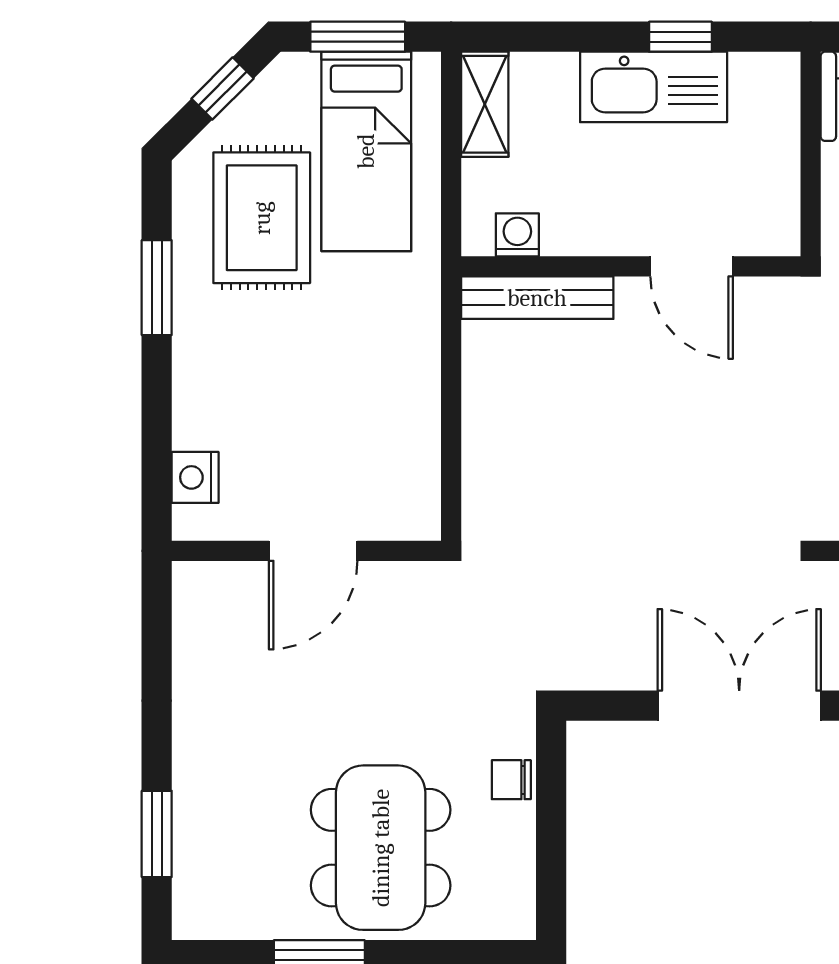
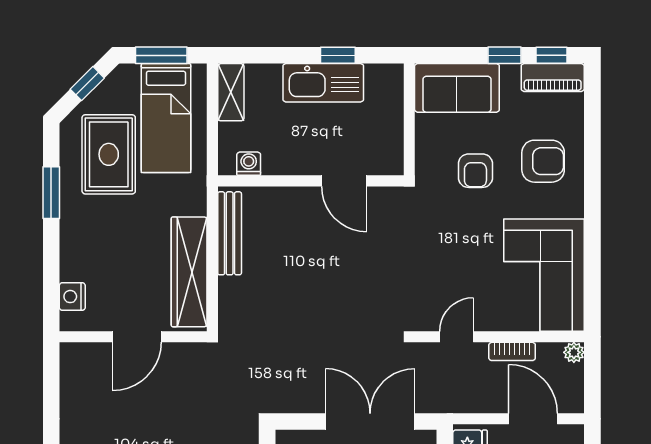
bench: (537, 298) -> (230, 233), moved, turned 90
wardrobe: (409, 432) -> (189, 272), added

